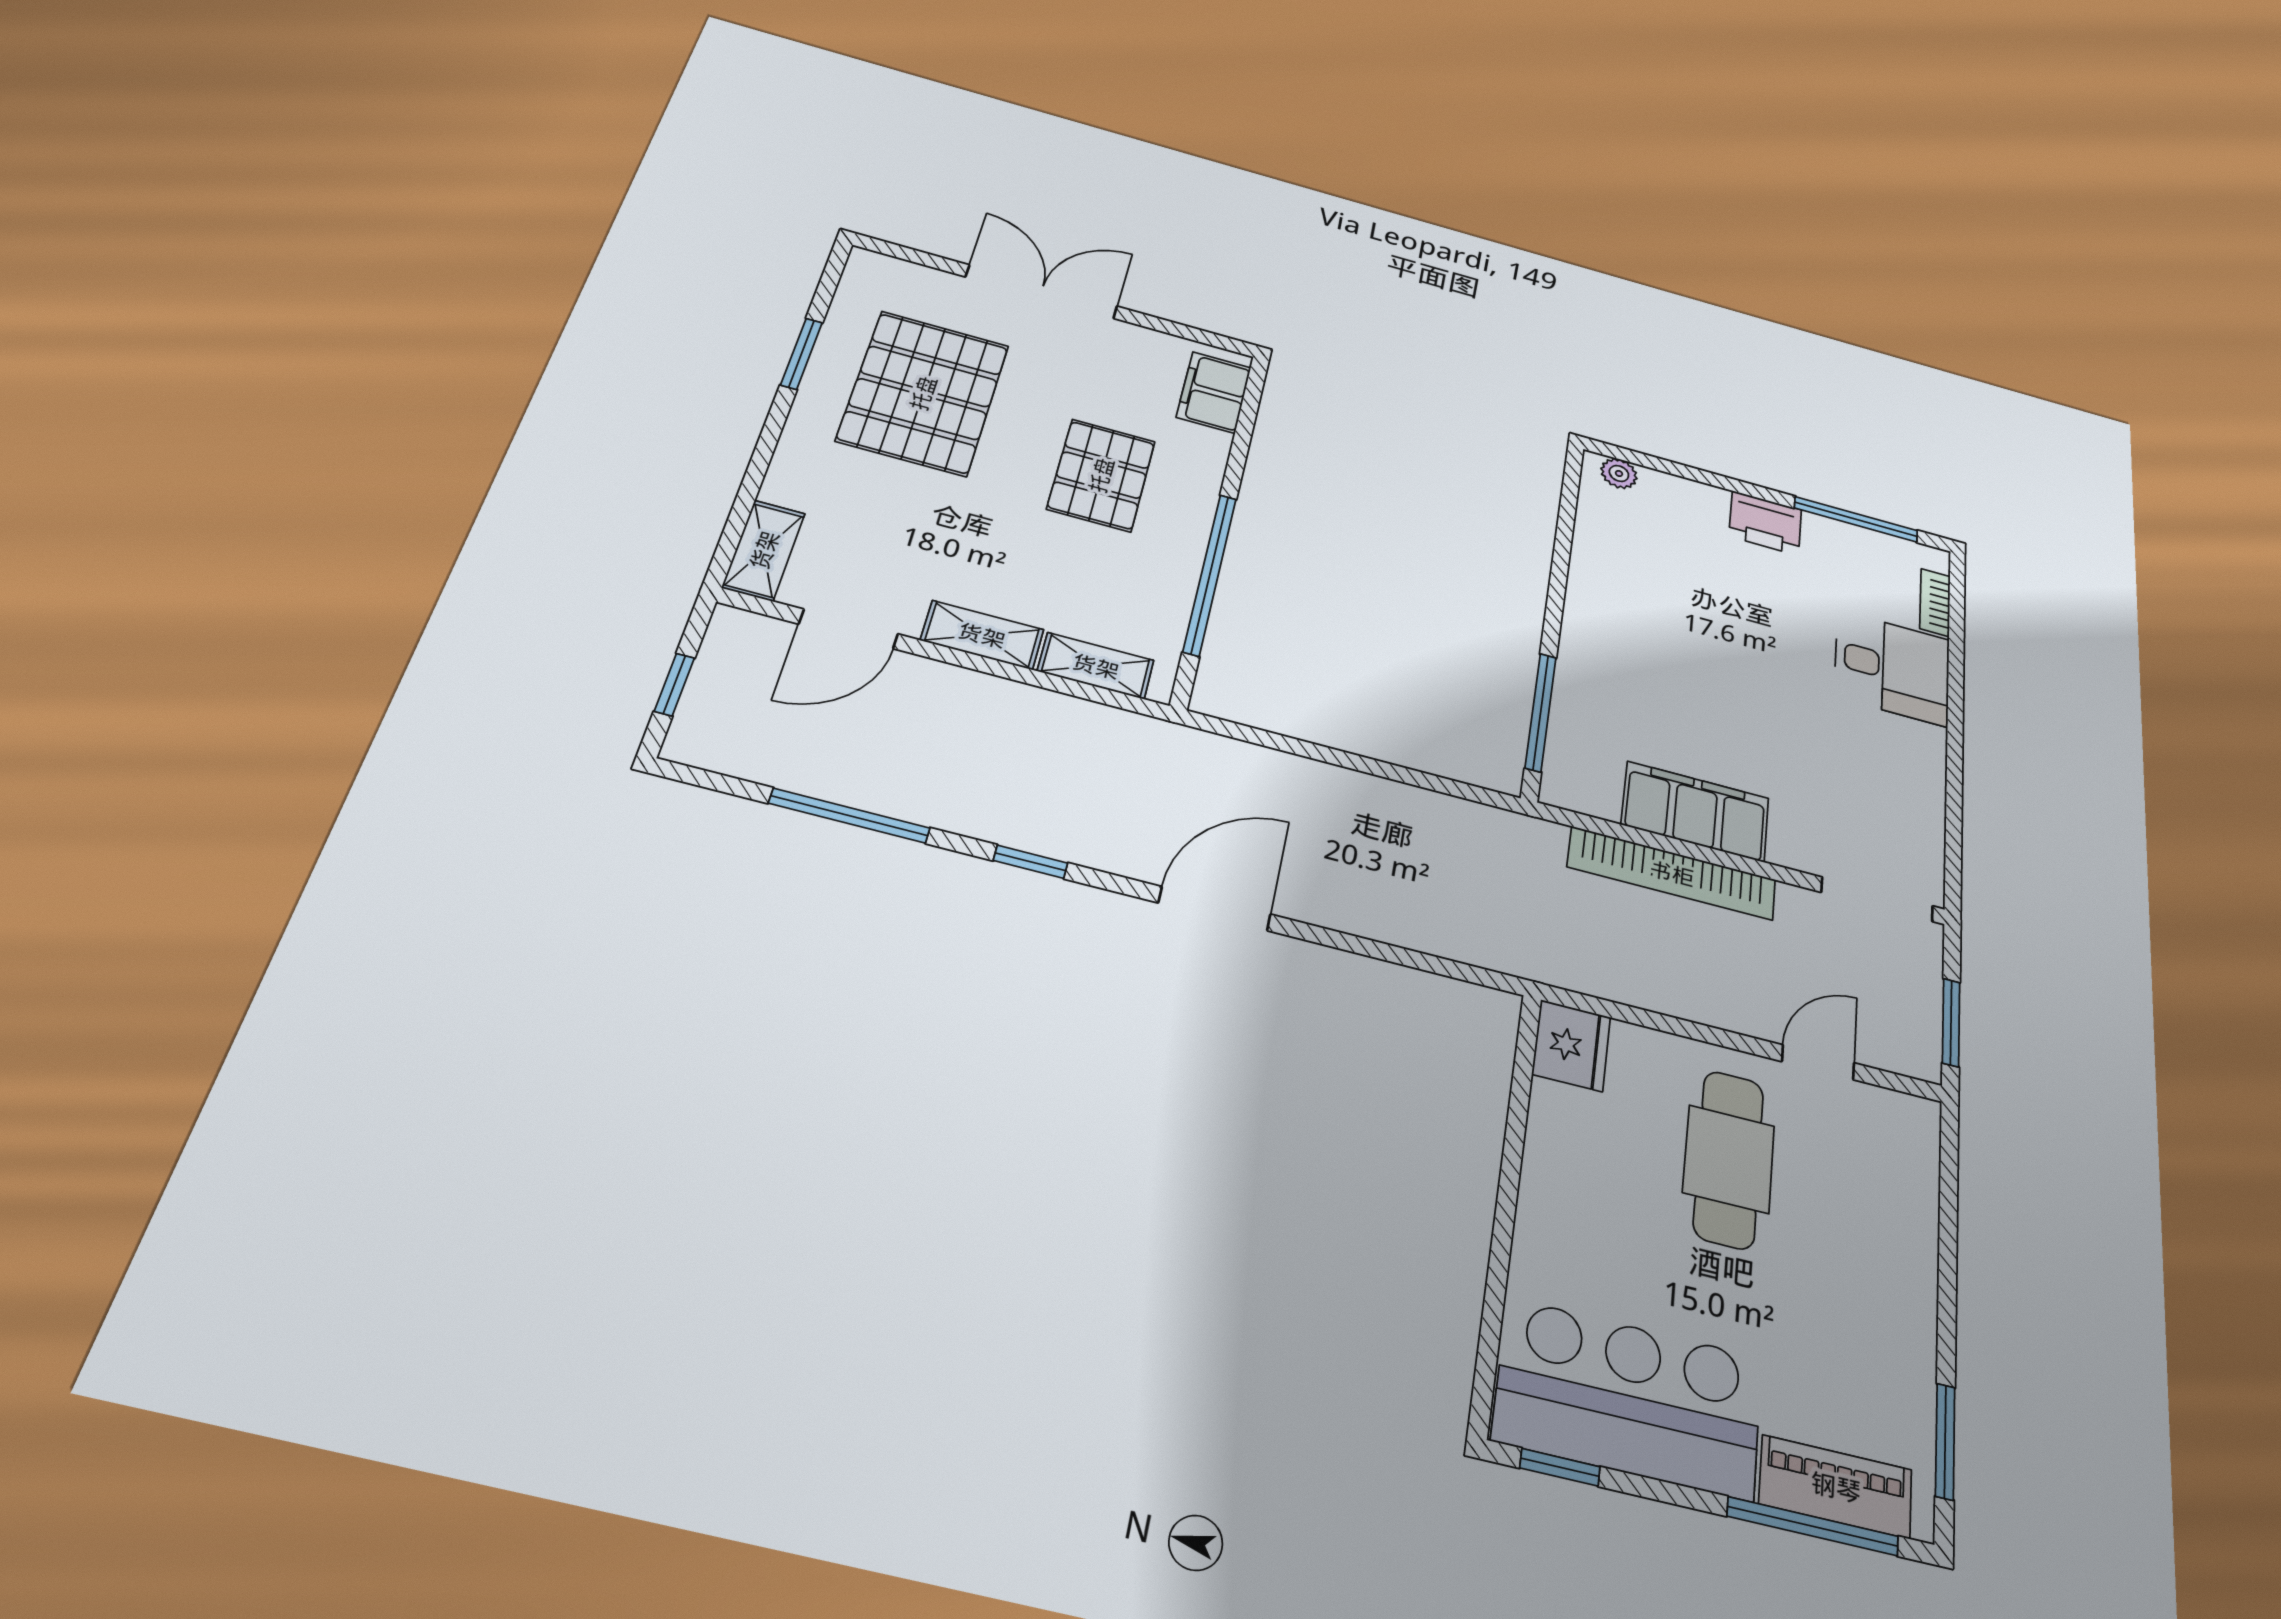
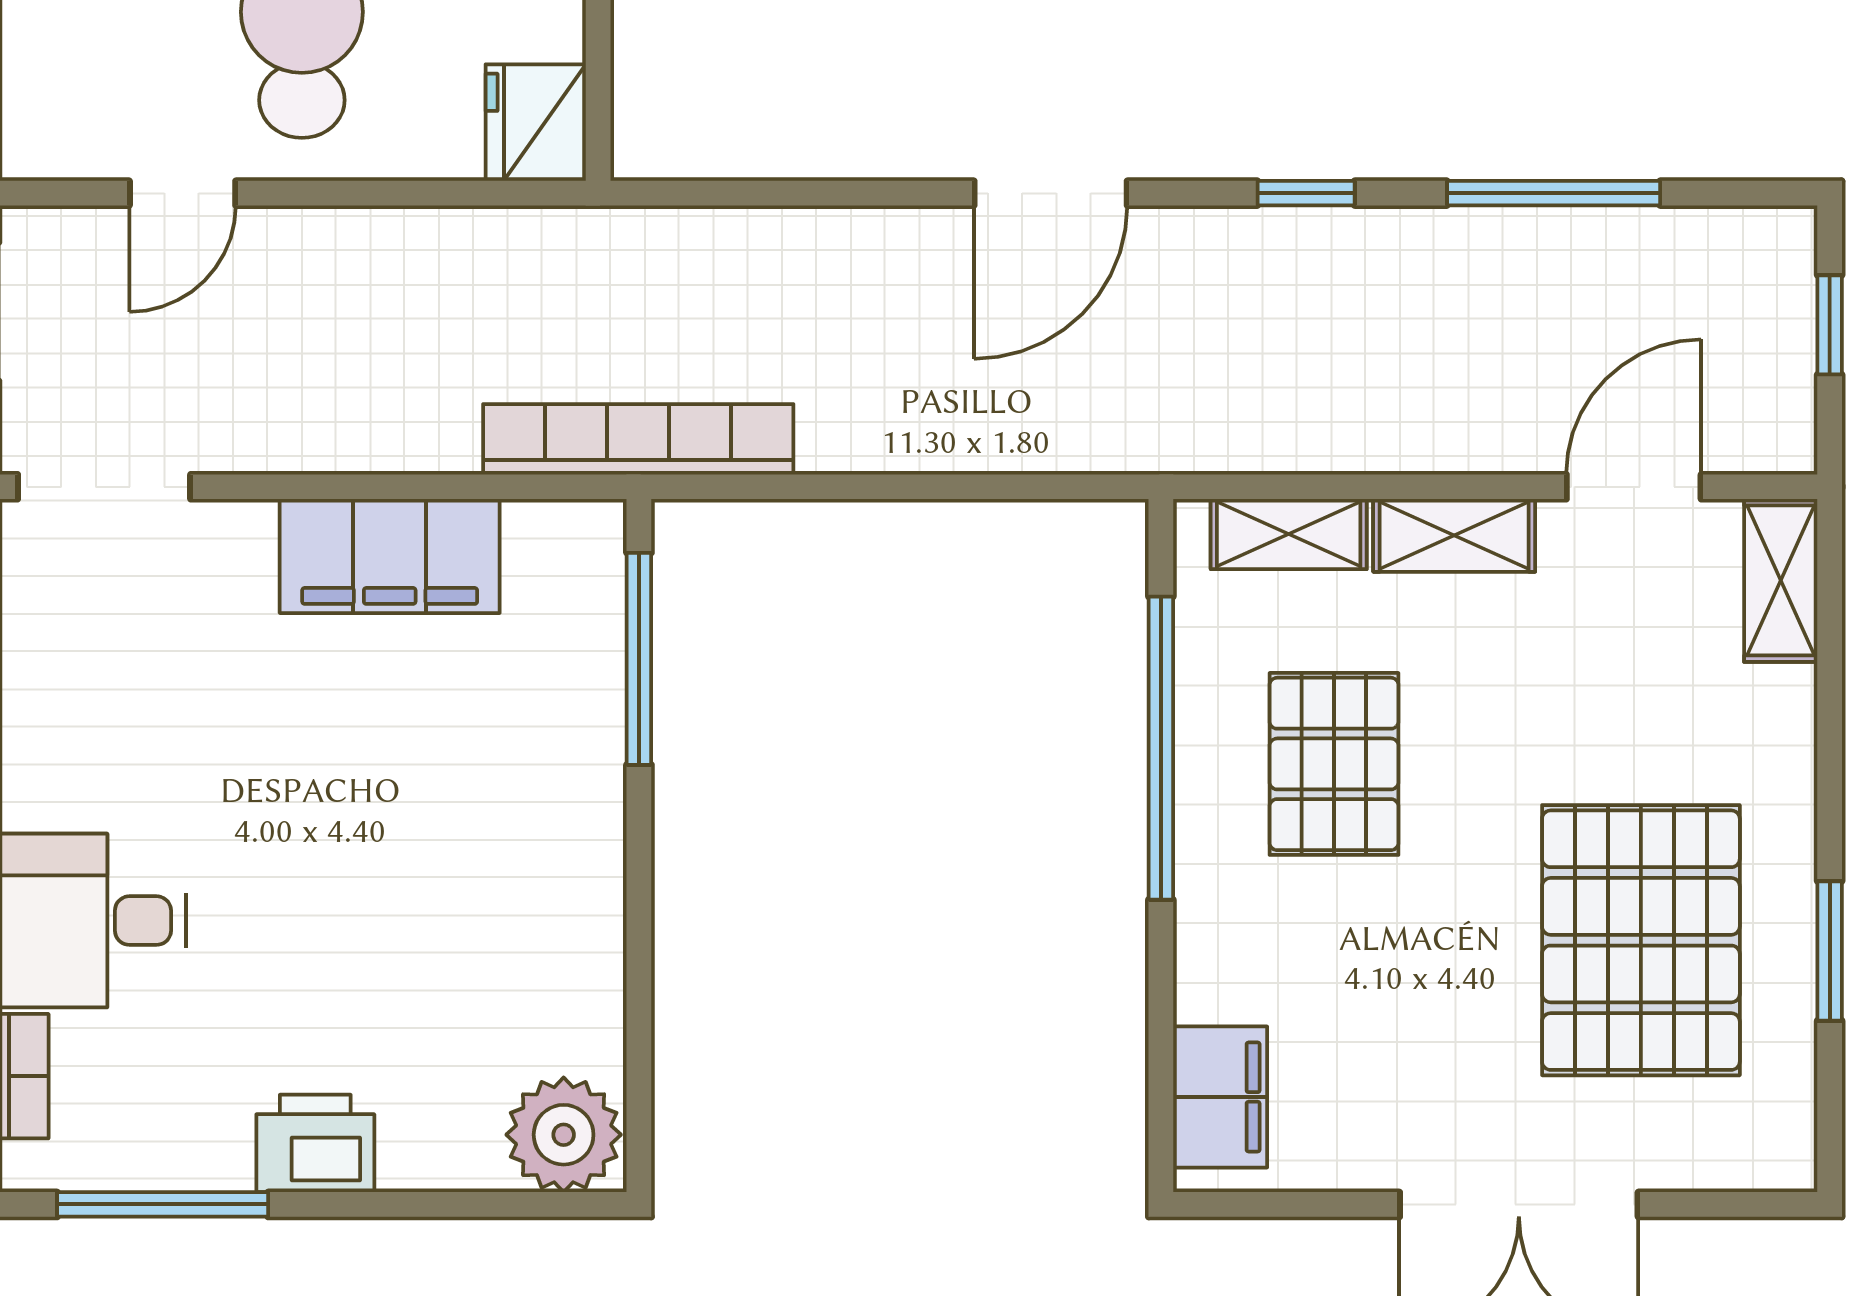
plant: (1619, 473) -> (564, 1135), width x1.88, depth x1.88
pallet: (1101, 475) -> (1334, 764), moved
bookcase: (1672, 873) -> (638, 439), moved

